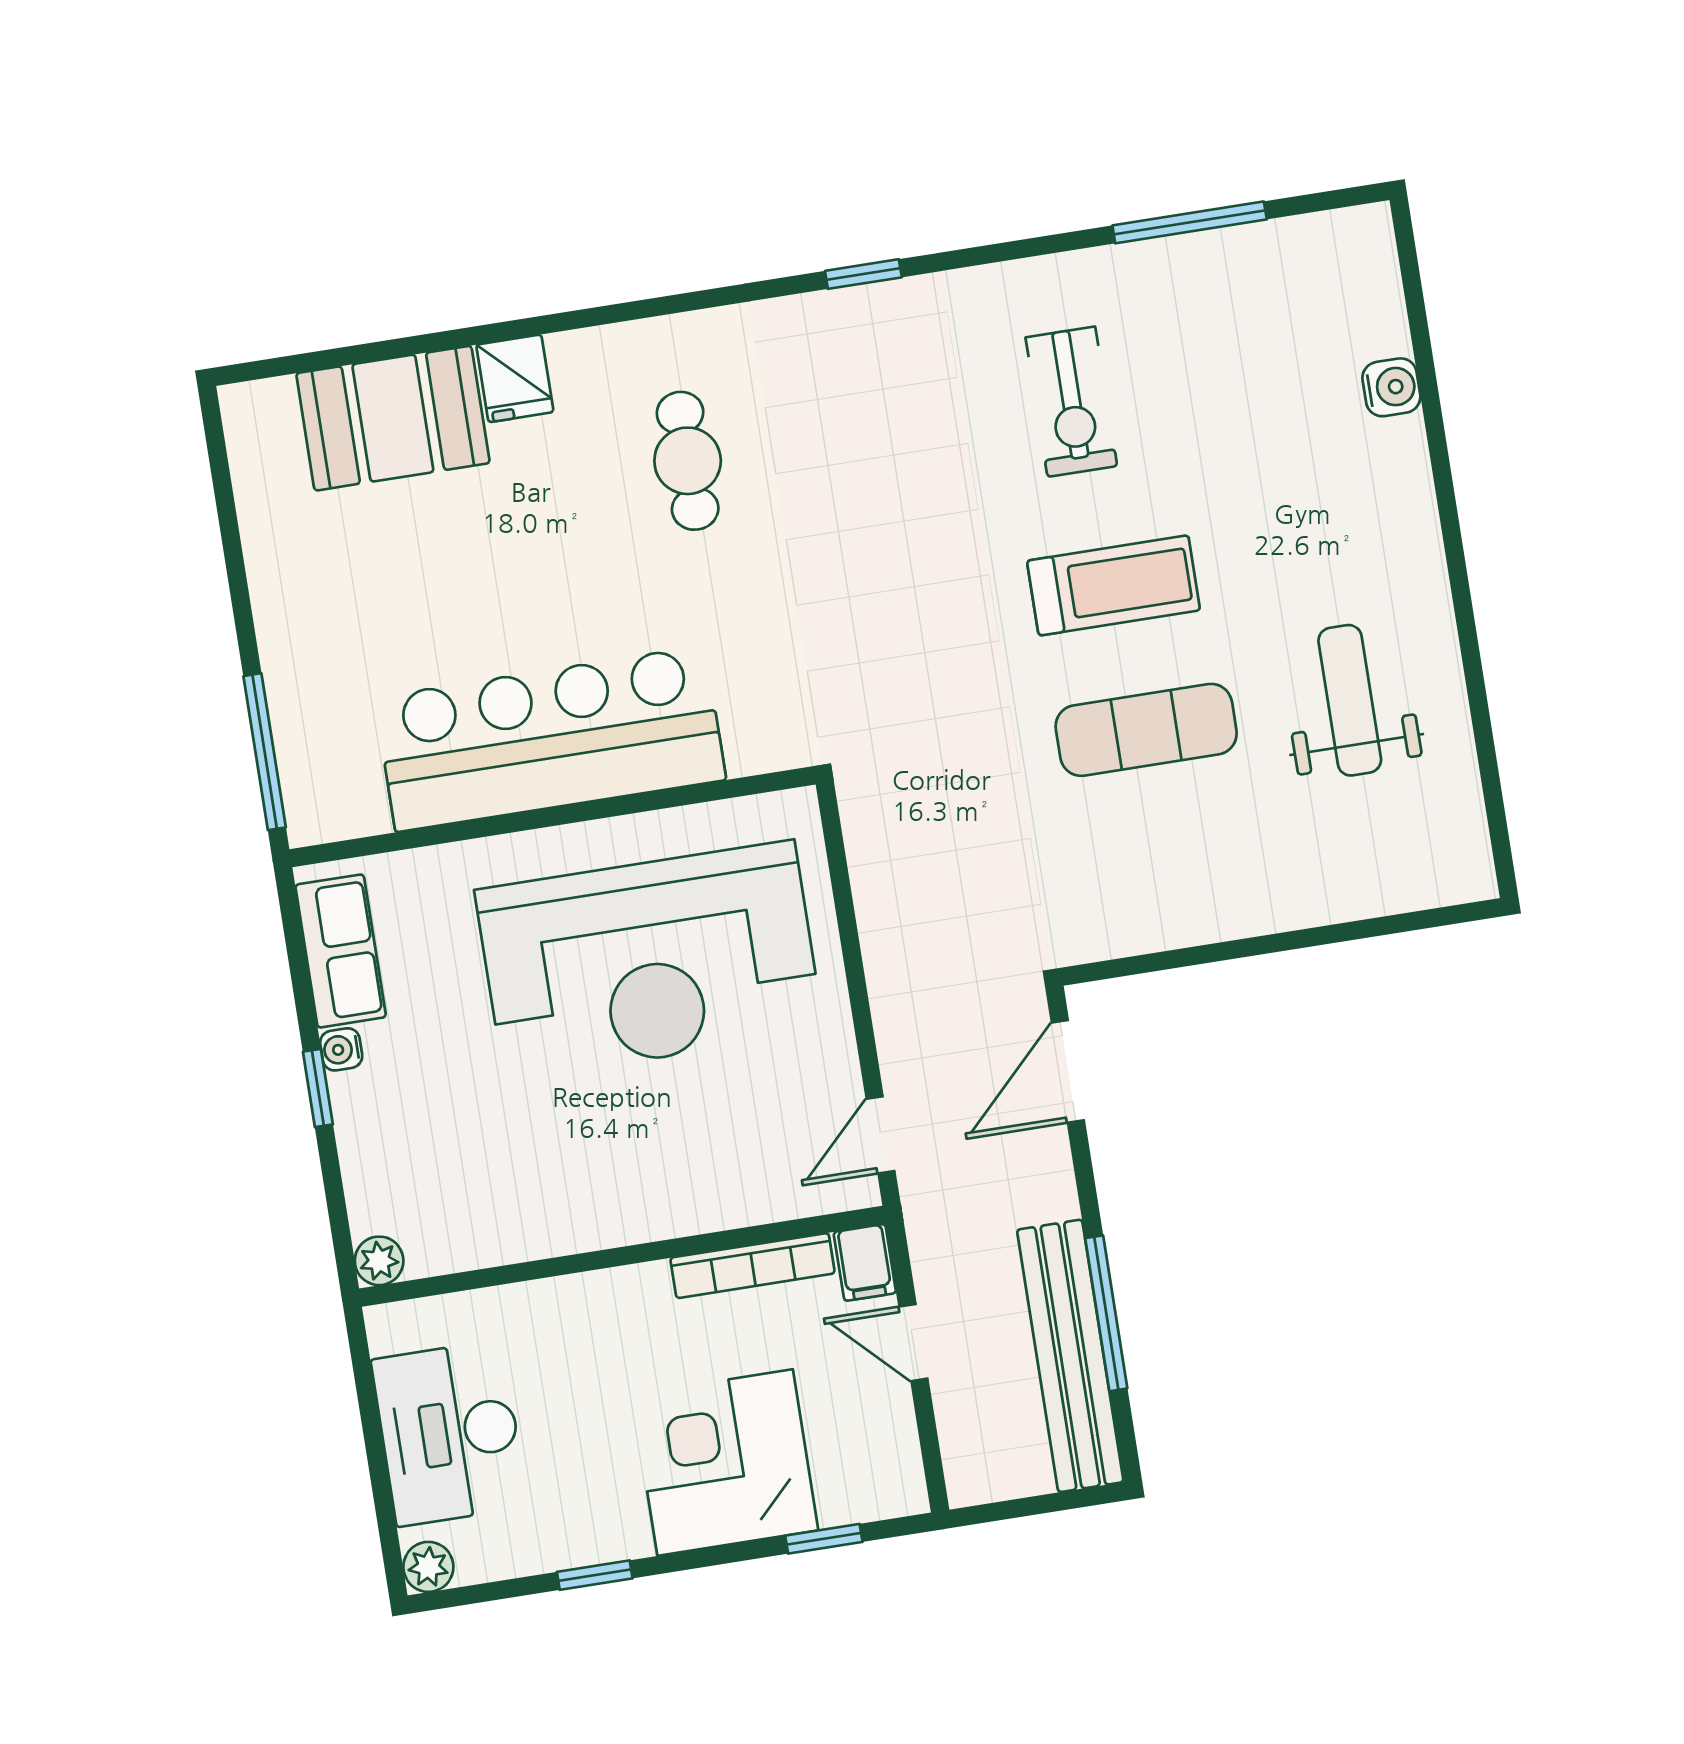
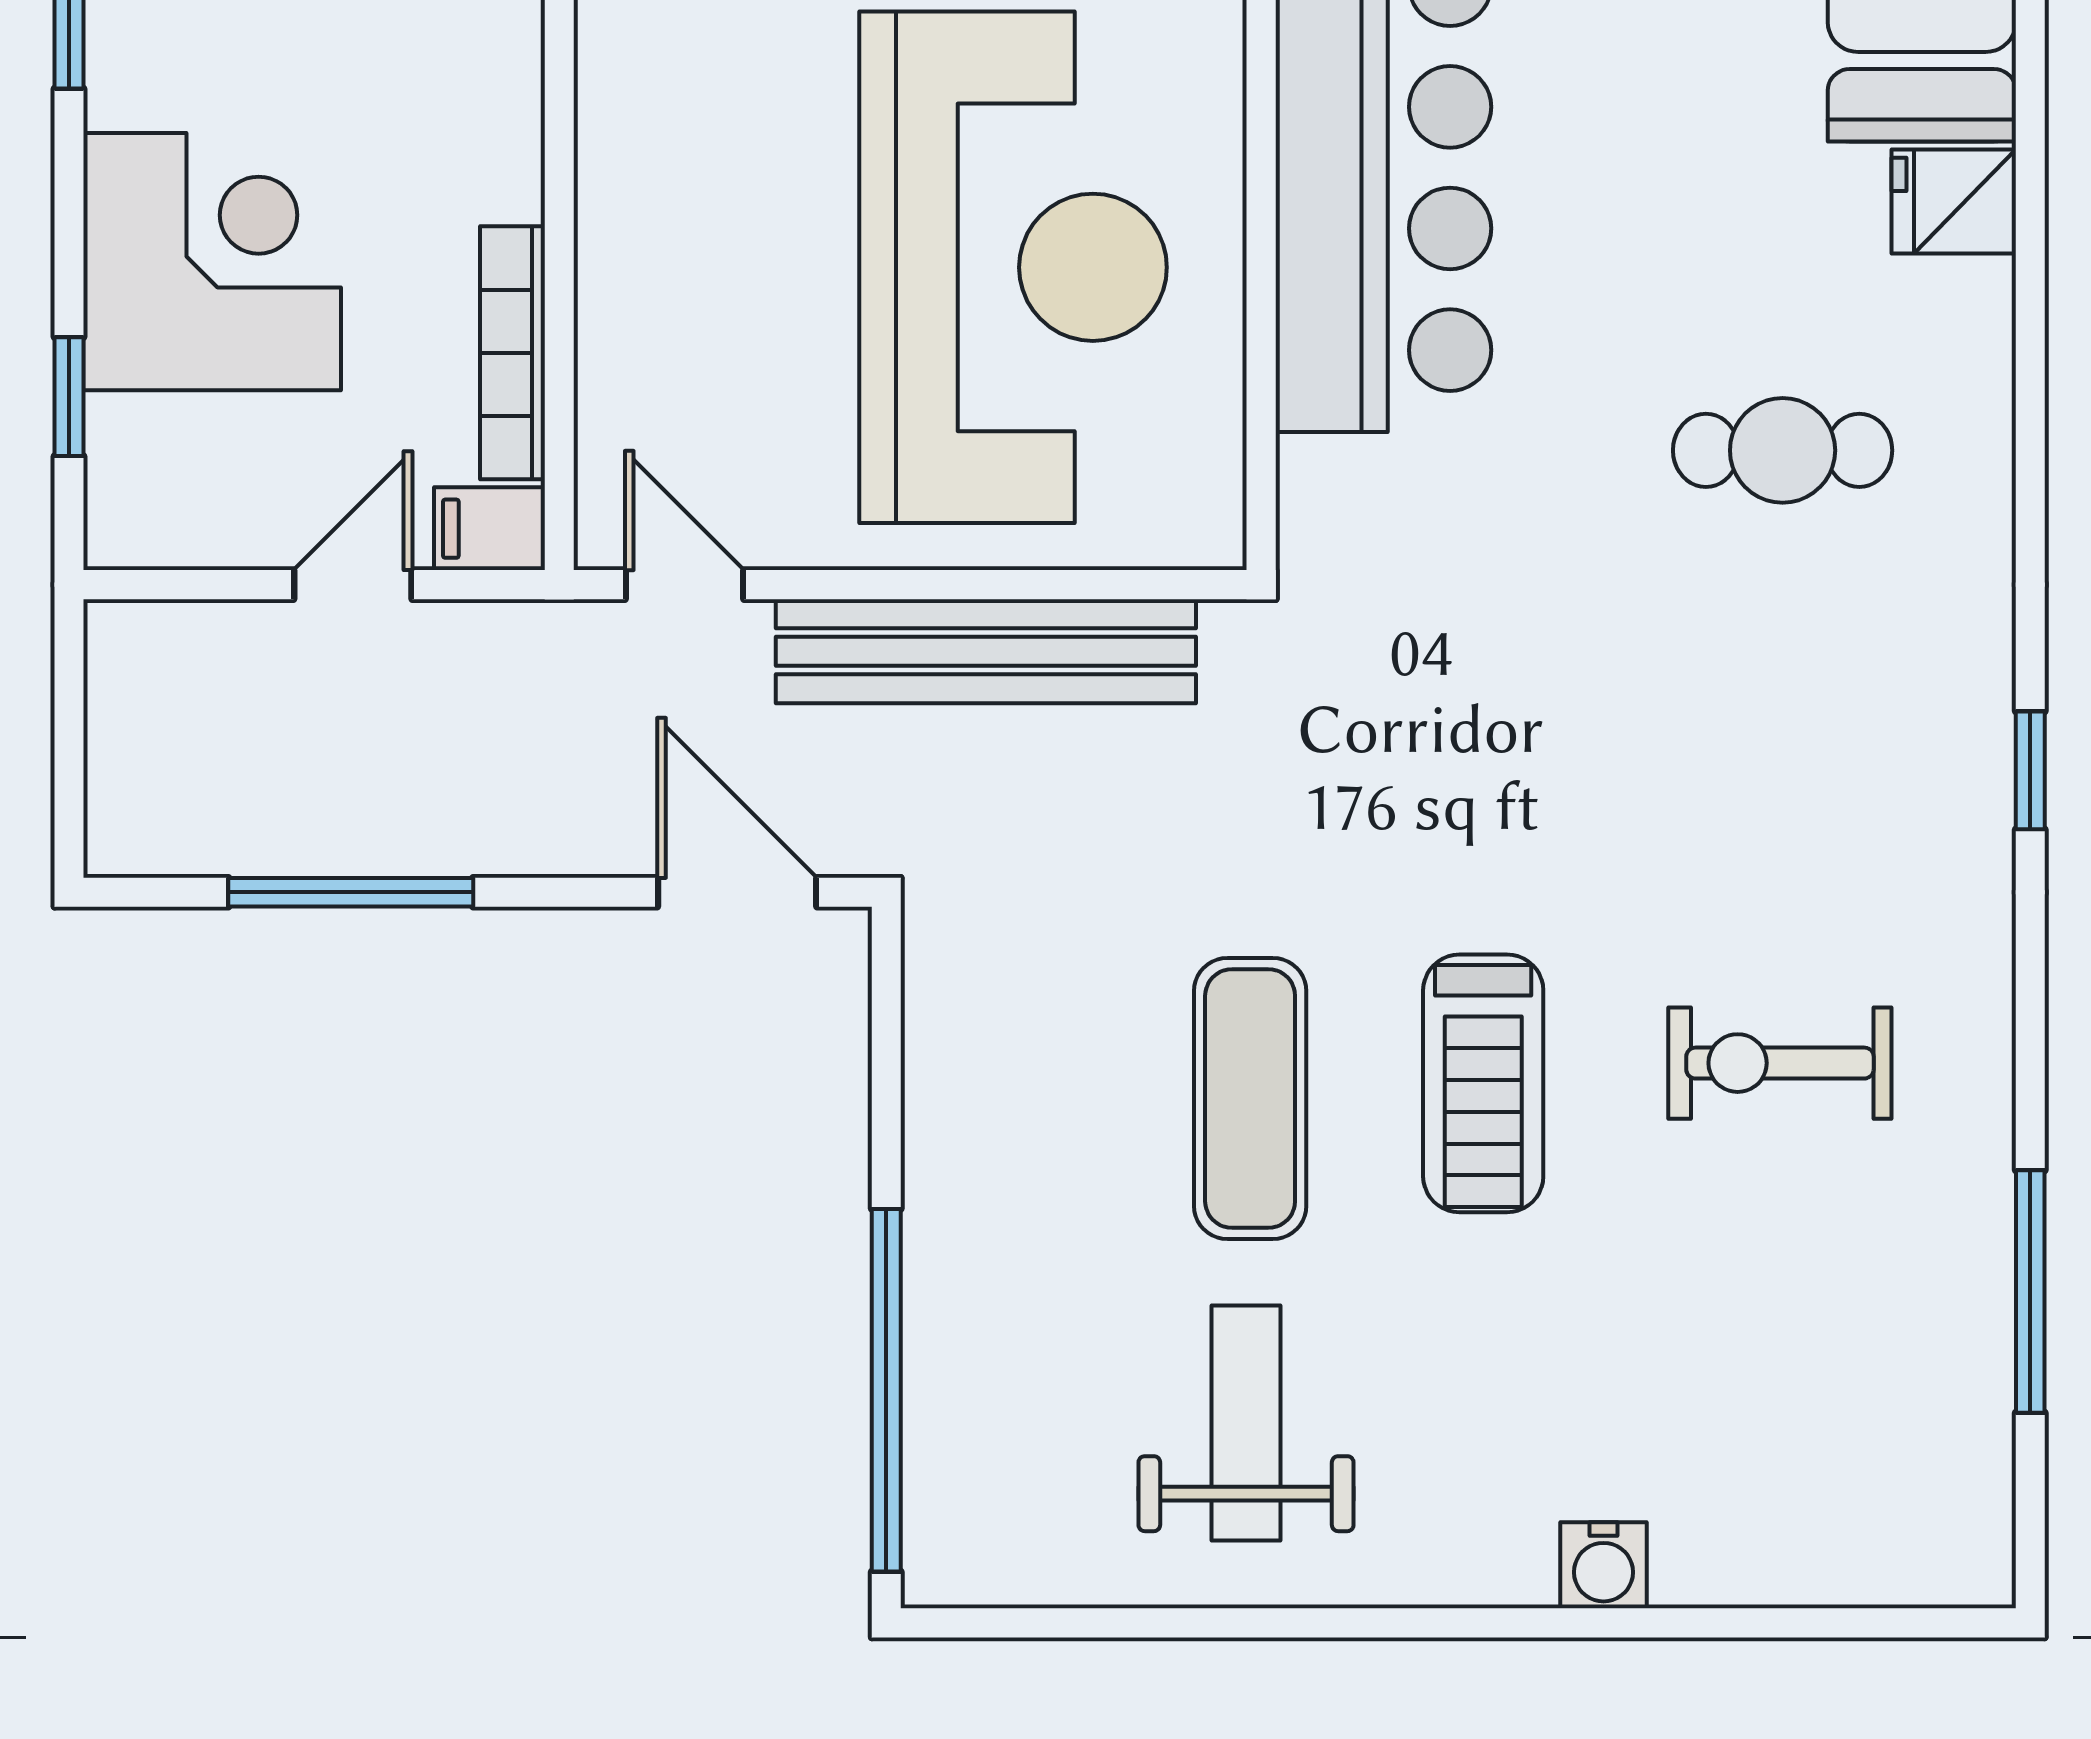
water cooler: (1391, 387) -> (1604, 1565), moved
weight bench: (1350, 700) -> (1246, 1423), turned -90
window: (1365, 929) -> (886, 1390), added
reception desk: (649, 961) -> (1013, 267), turned 180
bench: (1070, 1356) -> (986, 651), moved

